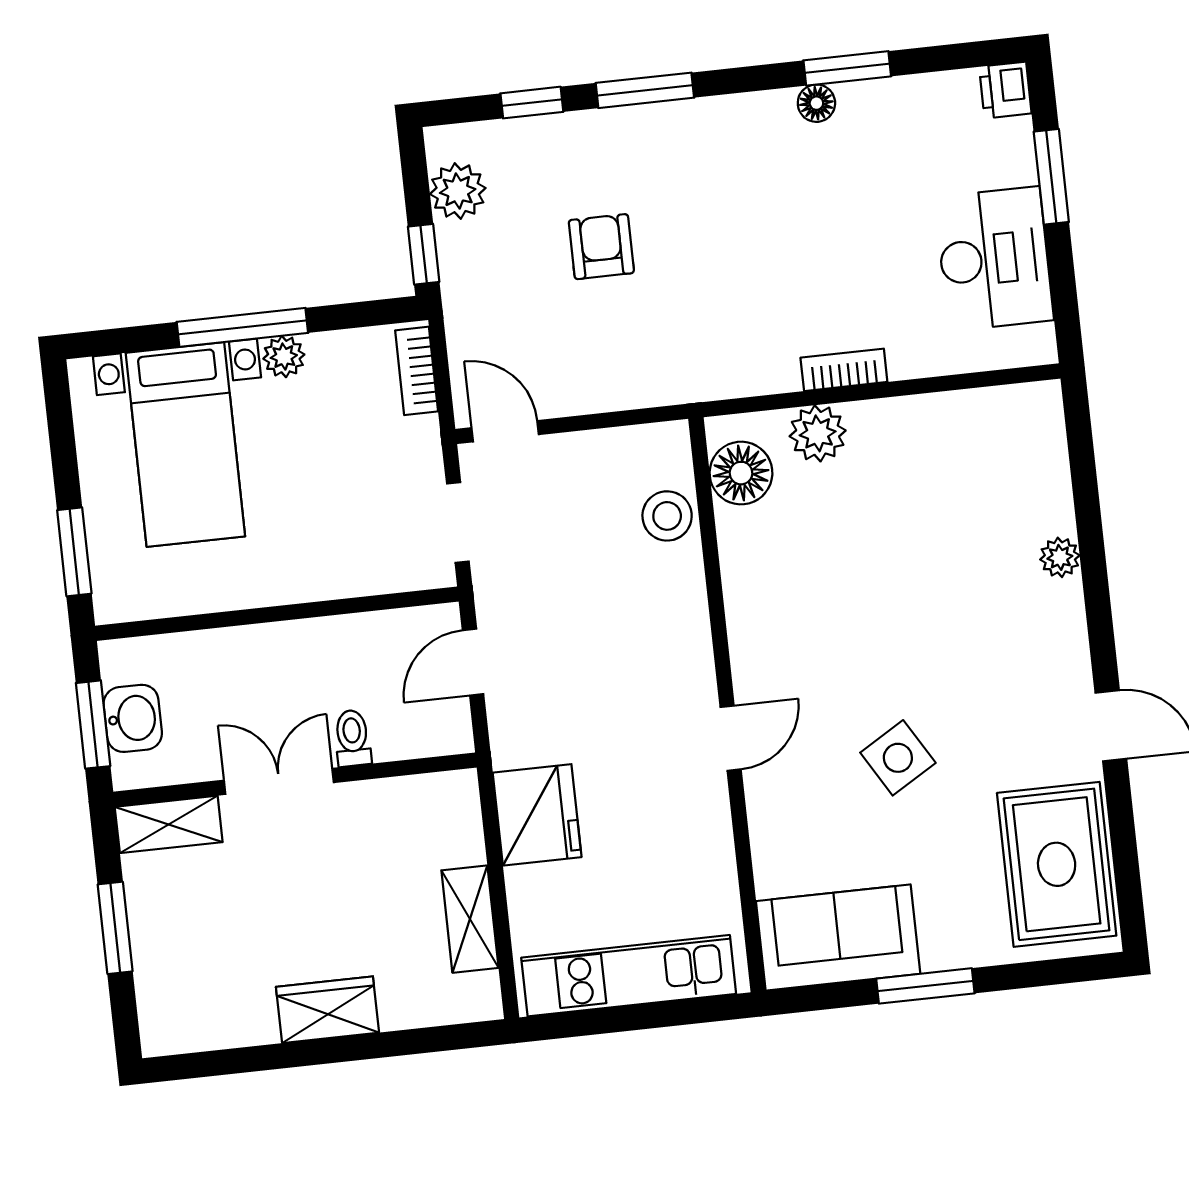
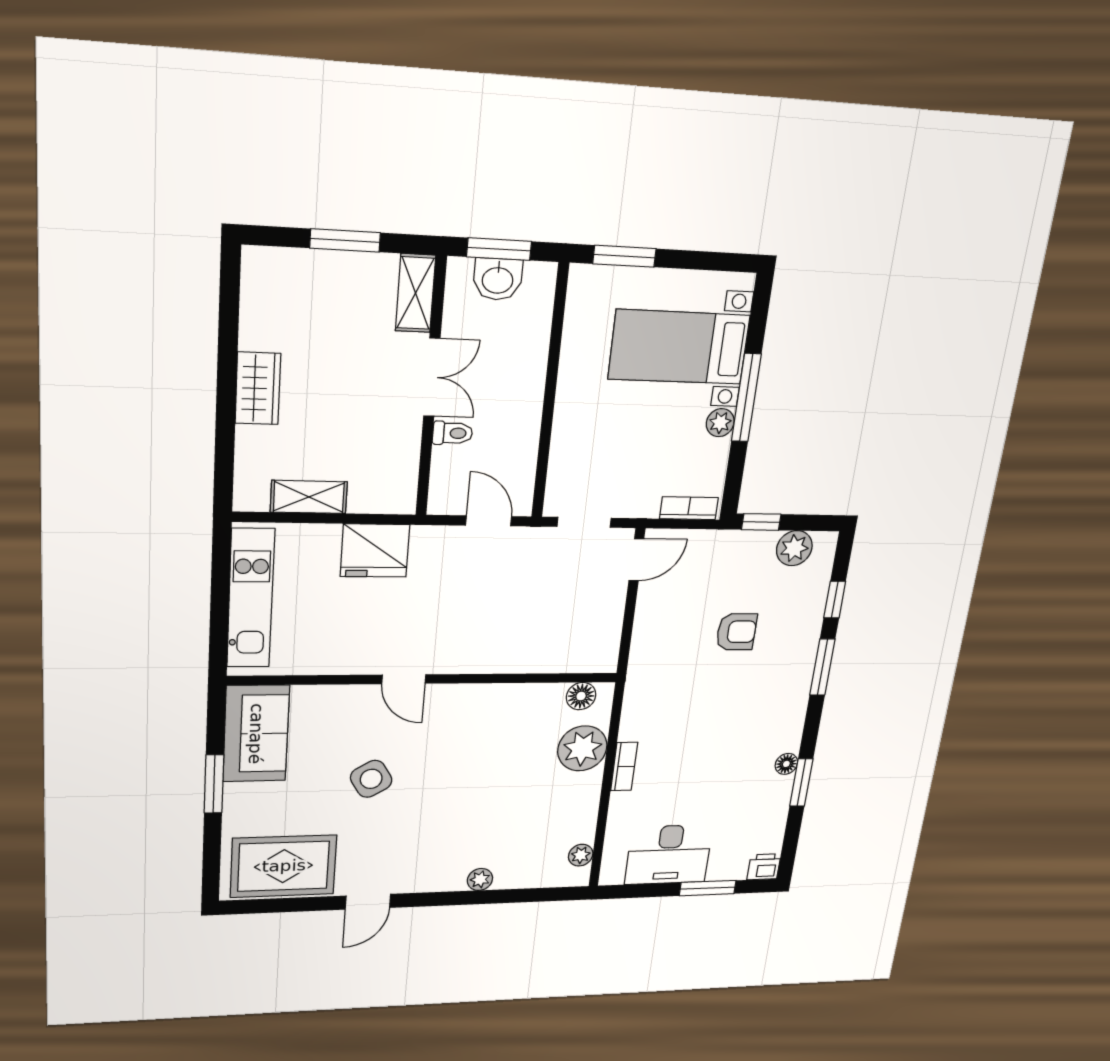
plant: (1005, 404) -> (581, 855), added
plant: (818, 433) -> (582, 748), width x1.36, depth x1.36
floor lamp: (741, 473) -> (581, 696), width x0.73, depth x0.73
stool: (667, 516) -> (558, 654), removed

